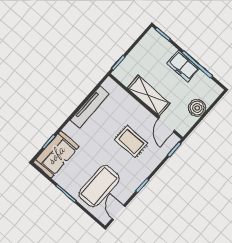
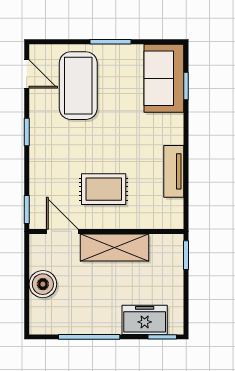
freezer: (183, 66) -> (145, 320), moved
tv unit: (90, 107) -> (174, 171), width x0.71
rug: (131, 142) -> (104, 189), moved

